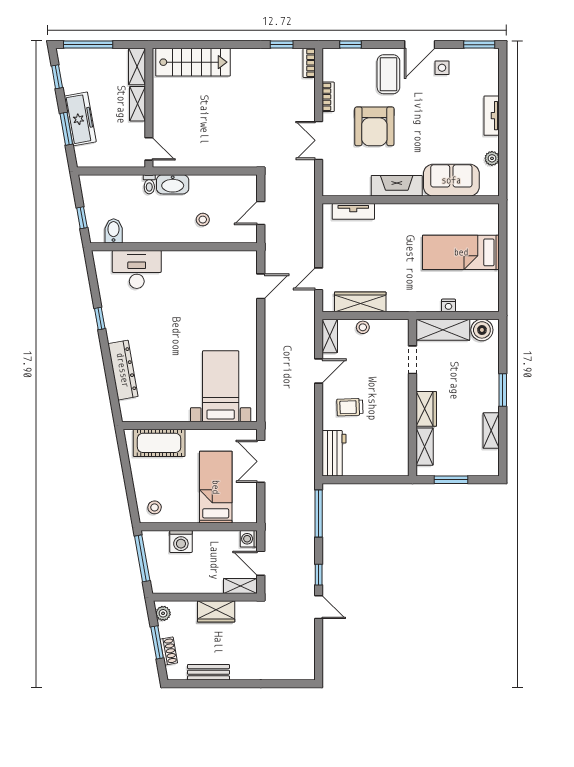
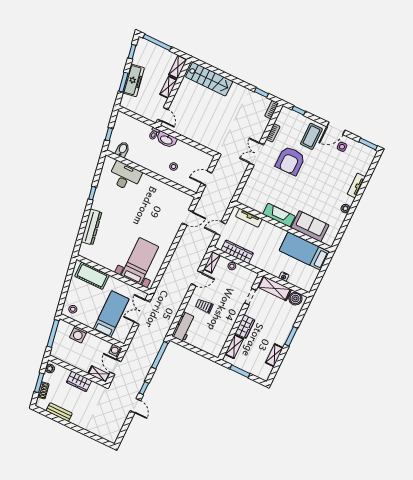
sofa: (451, 180) -> (310, 226), moved
fireplace: (397, 186) -> (279, 215), moved
wall: (411, 200) -> (283, 226), moved
tv unit: (353, 211) -> (249, 218), moved

